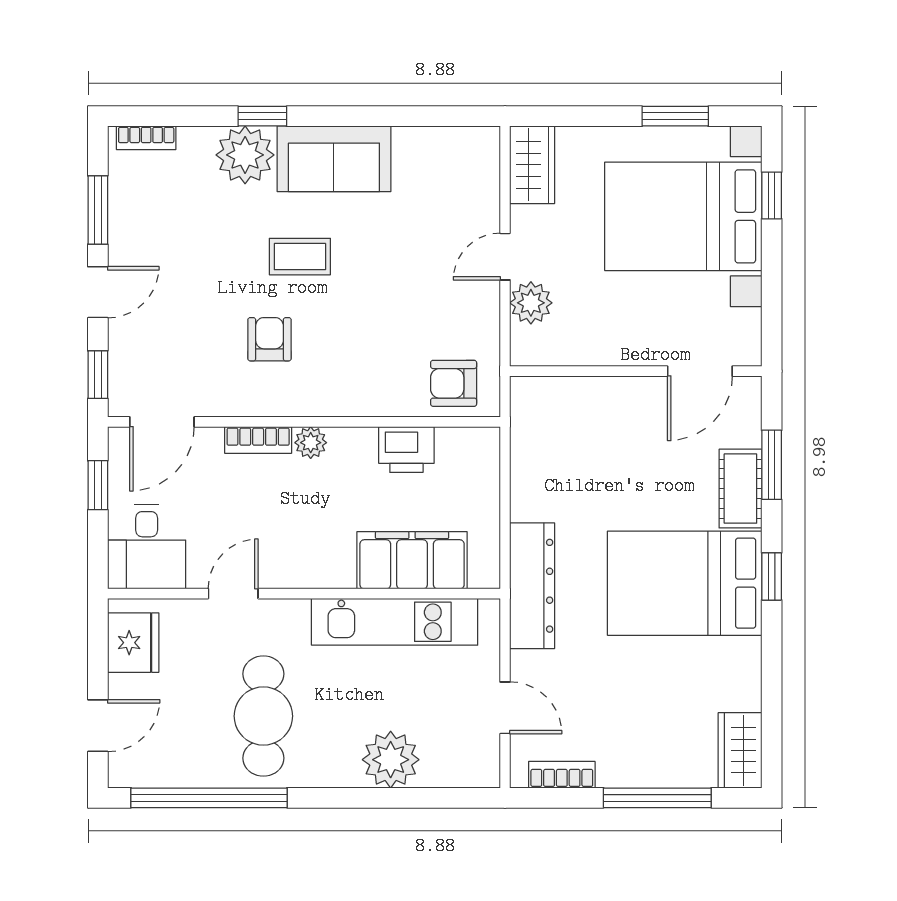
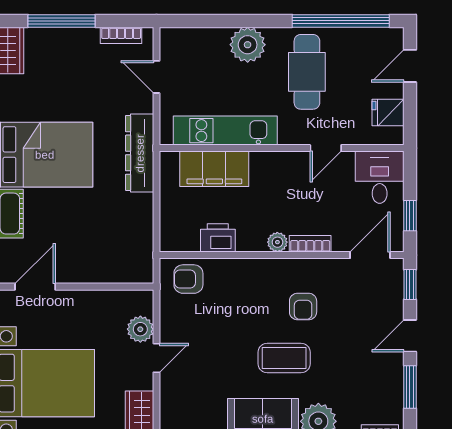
coffee table: (300, 257) -> (284, 358), width x1.36, depth x1.30
armchair: (454, 383) -> (188, 279), turned 180
fridge: (133, 643) -> (388, 112), width x0.72
plant: (391, 760) -> (248, 45), moved

